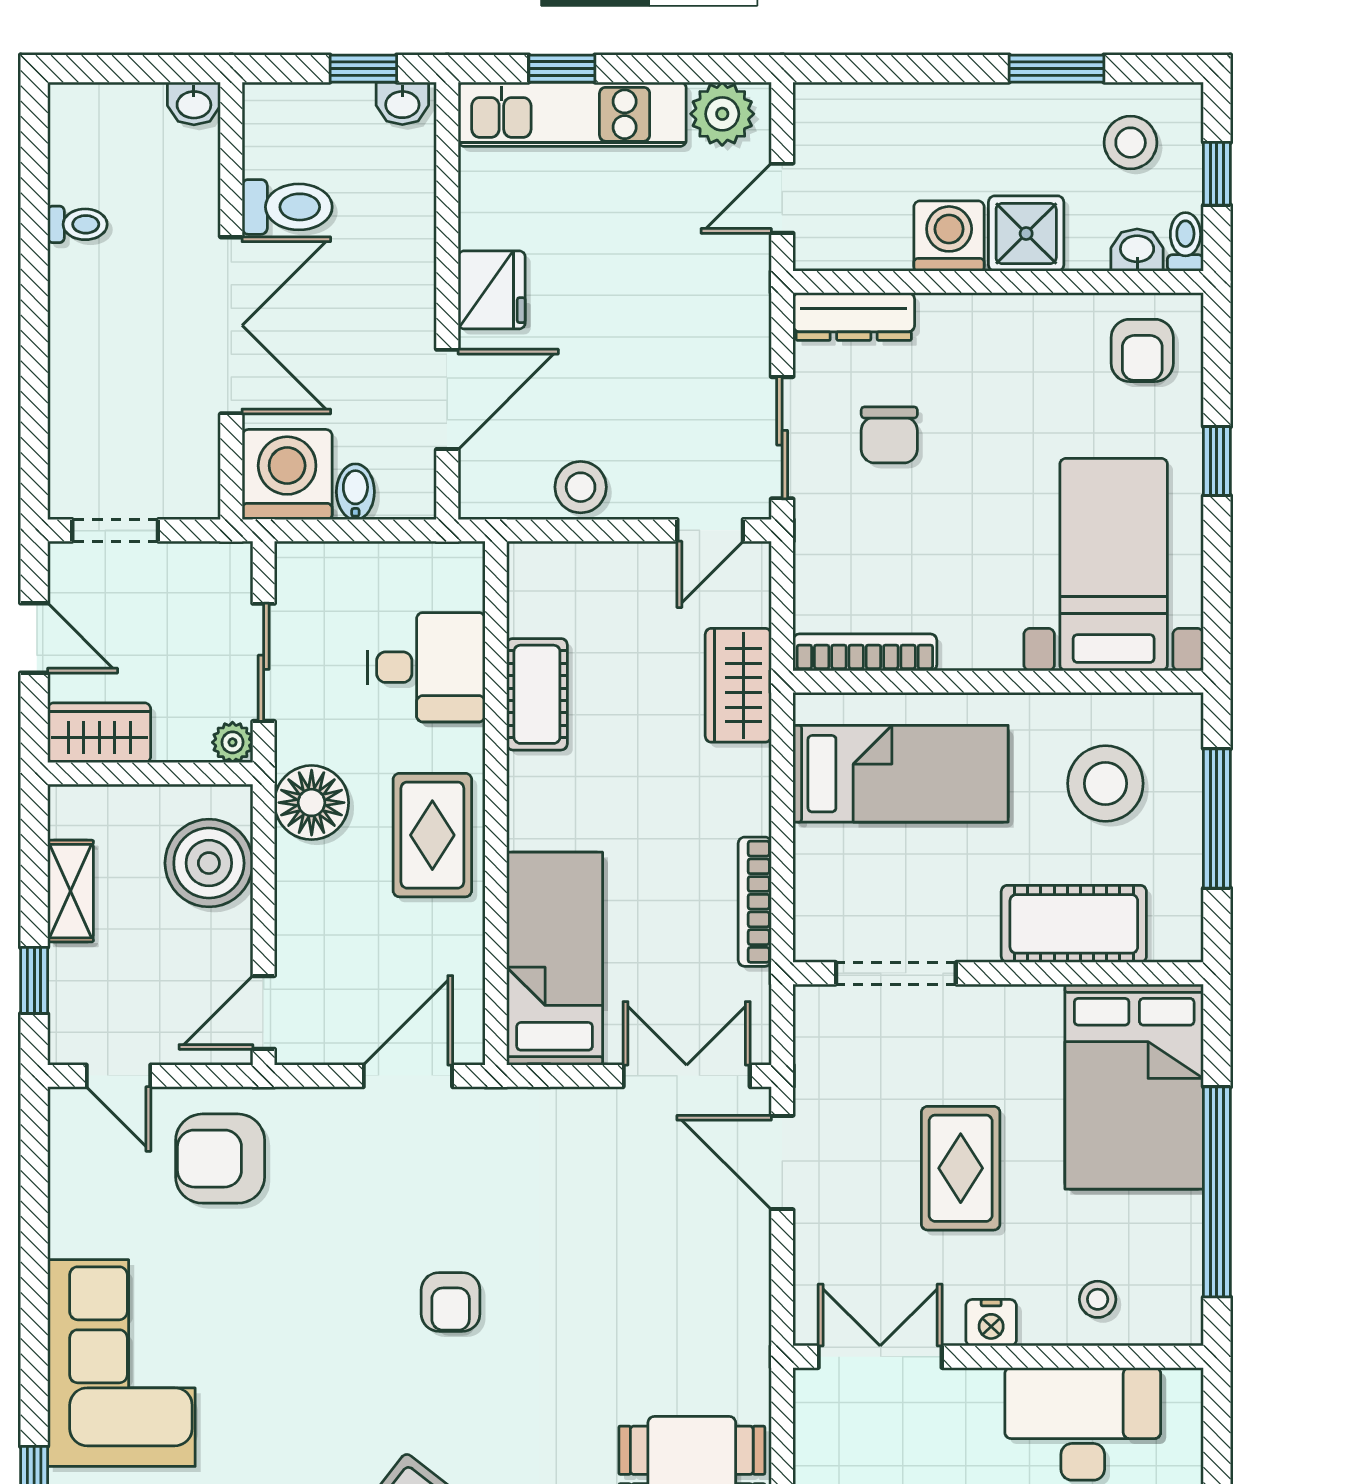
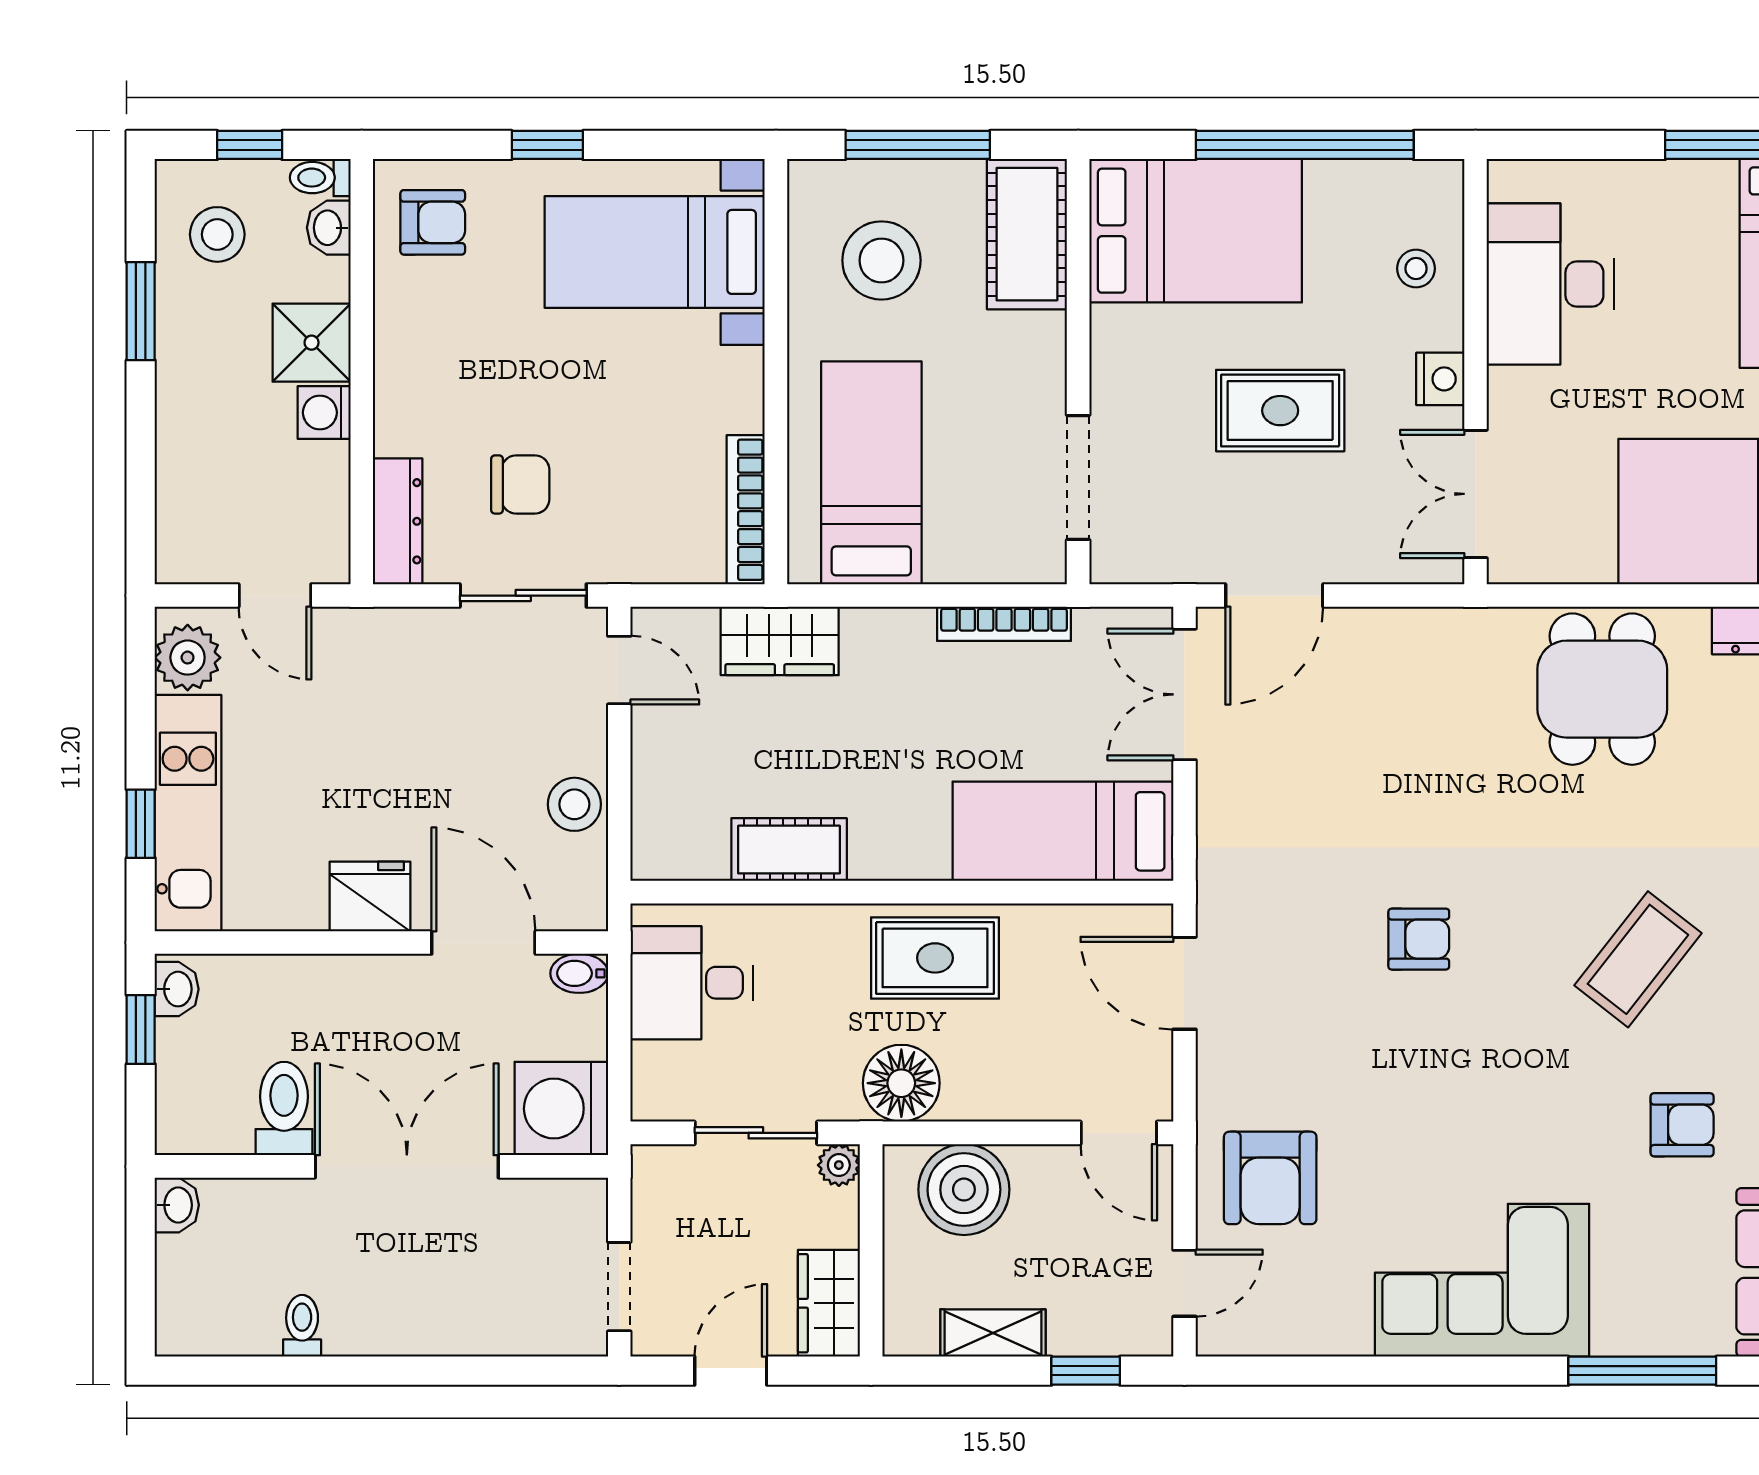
washing machine: (949, 236) -> (324, 413), width x0.73, depth x0.73
bidet: (355, 492) -> (579, 973), moved
desk: (426, 667) -> (691, 983), moved, turned -90
cot: (1074, 924) -> (1027, 234), moved

